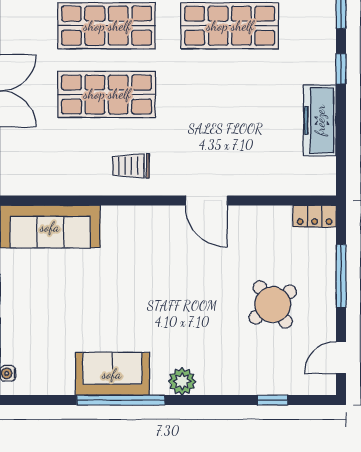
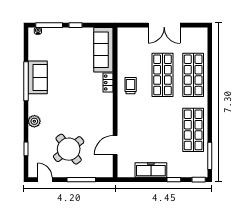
door: (206, 200) -> (115, 145), moved
locker: (315, 216) -> (108, 83), moved
round table: (273, 305) -> (69, 149), width x1.36, depth x1.36
plant: (182, 381) -> (34, 121), moved

